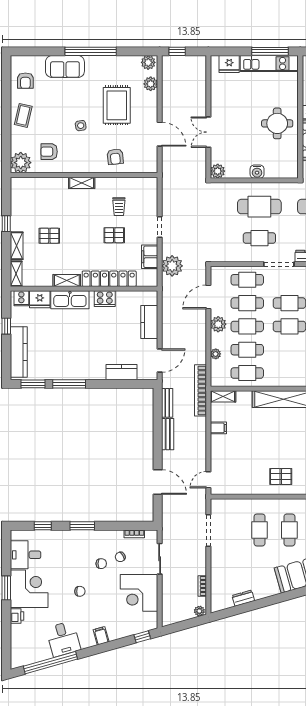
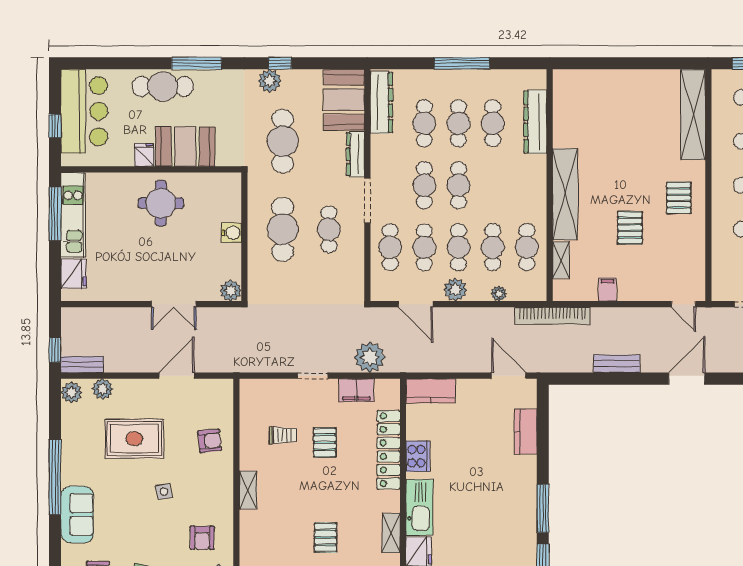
shelving: (67, 280) -> (391, 533), moved
kitchen counter: (149, 322) -> (430, 391), moved
shelving: (223, 396) -> (561, 260), moved
bench: (167, 403) -> (82, 365), moved
pallet: (261, 443) -> (630, 228), added

